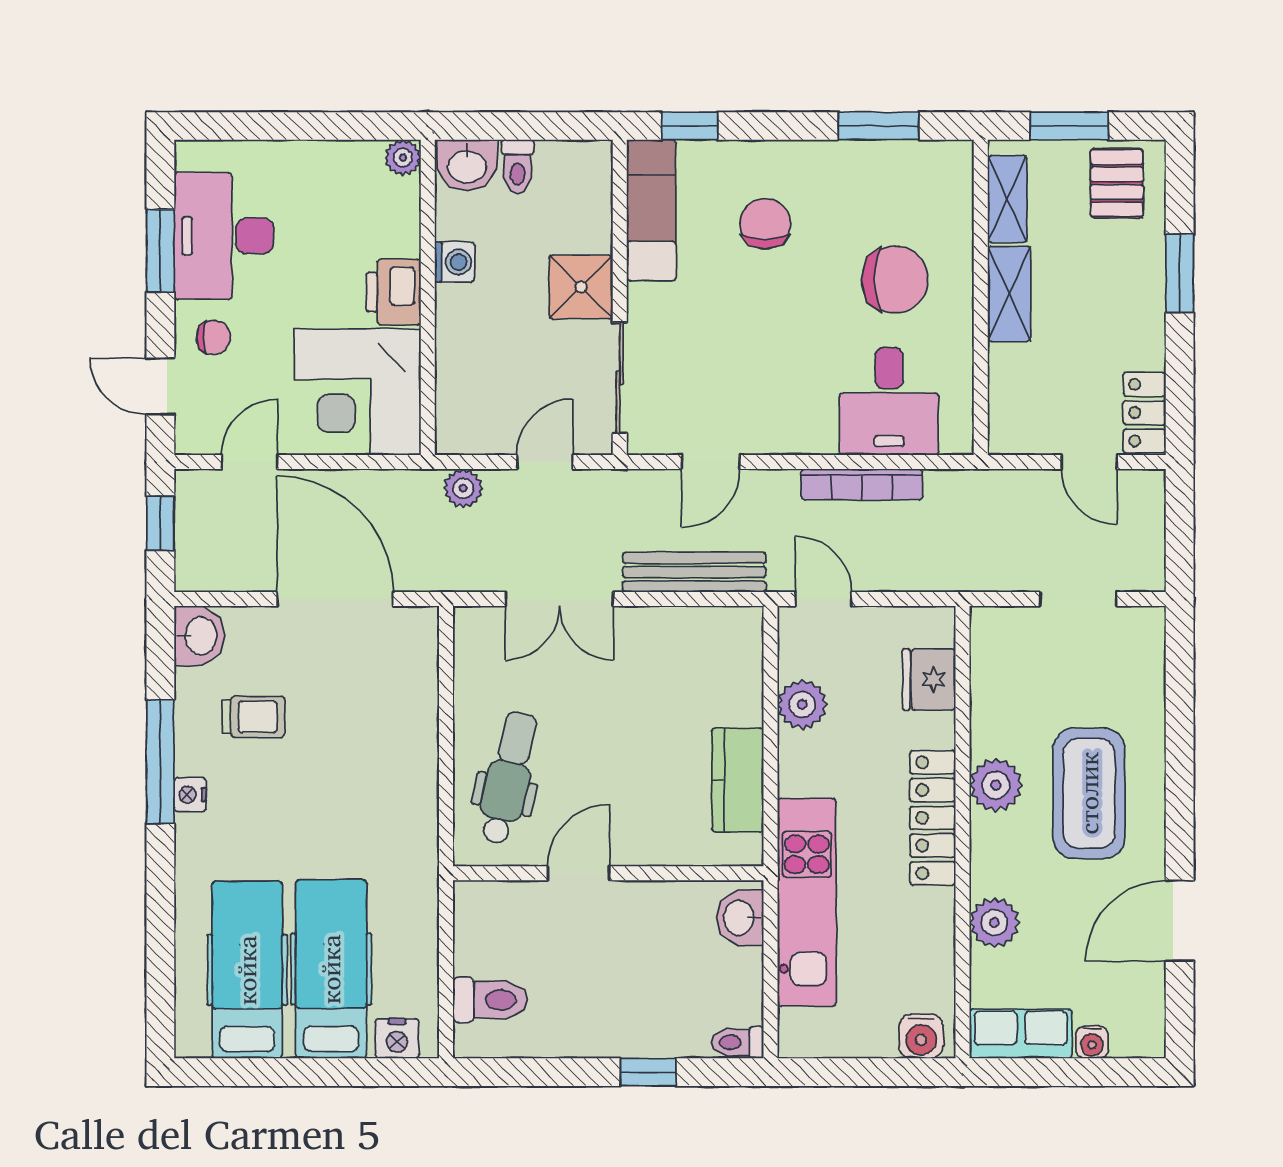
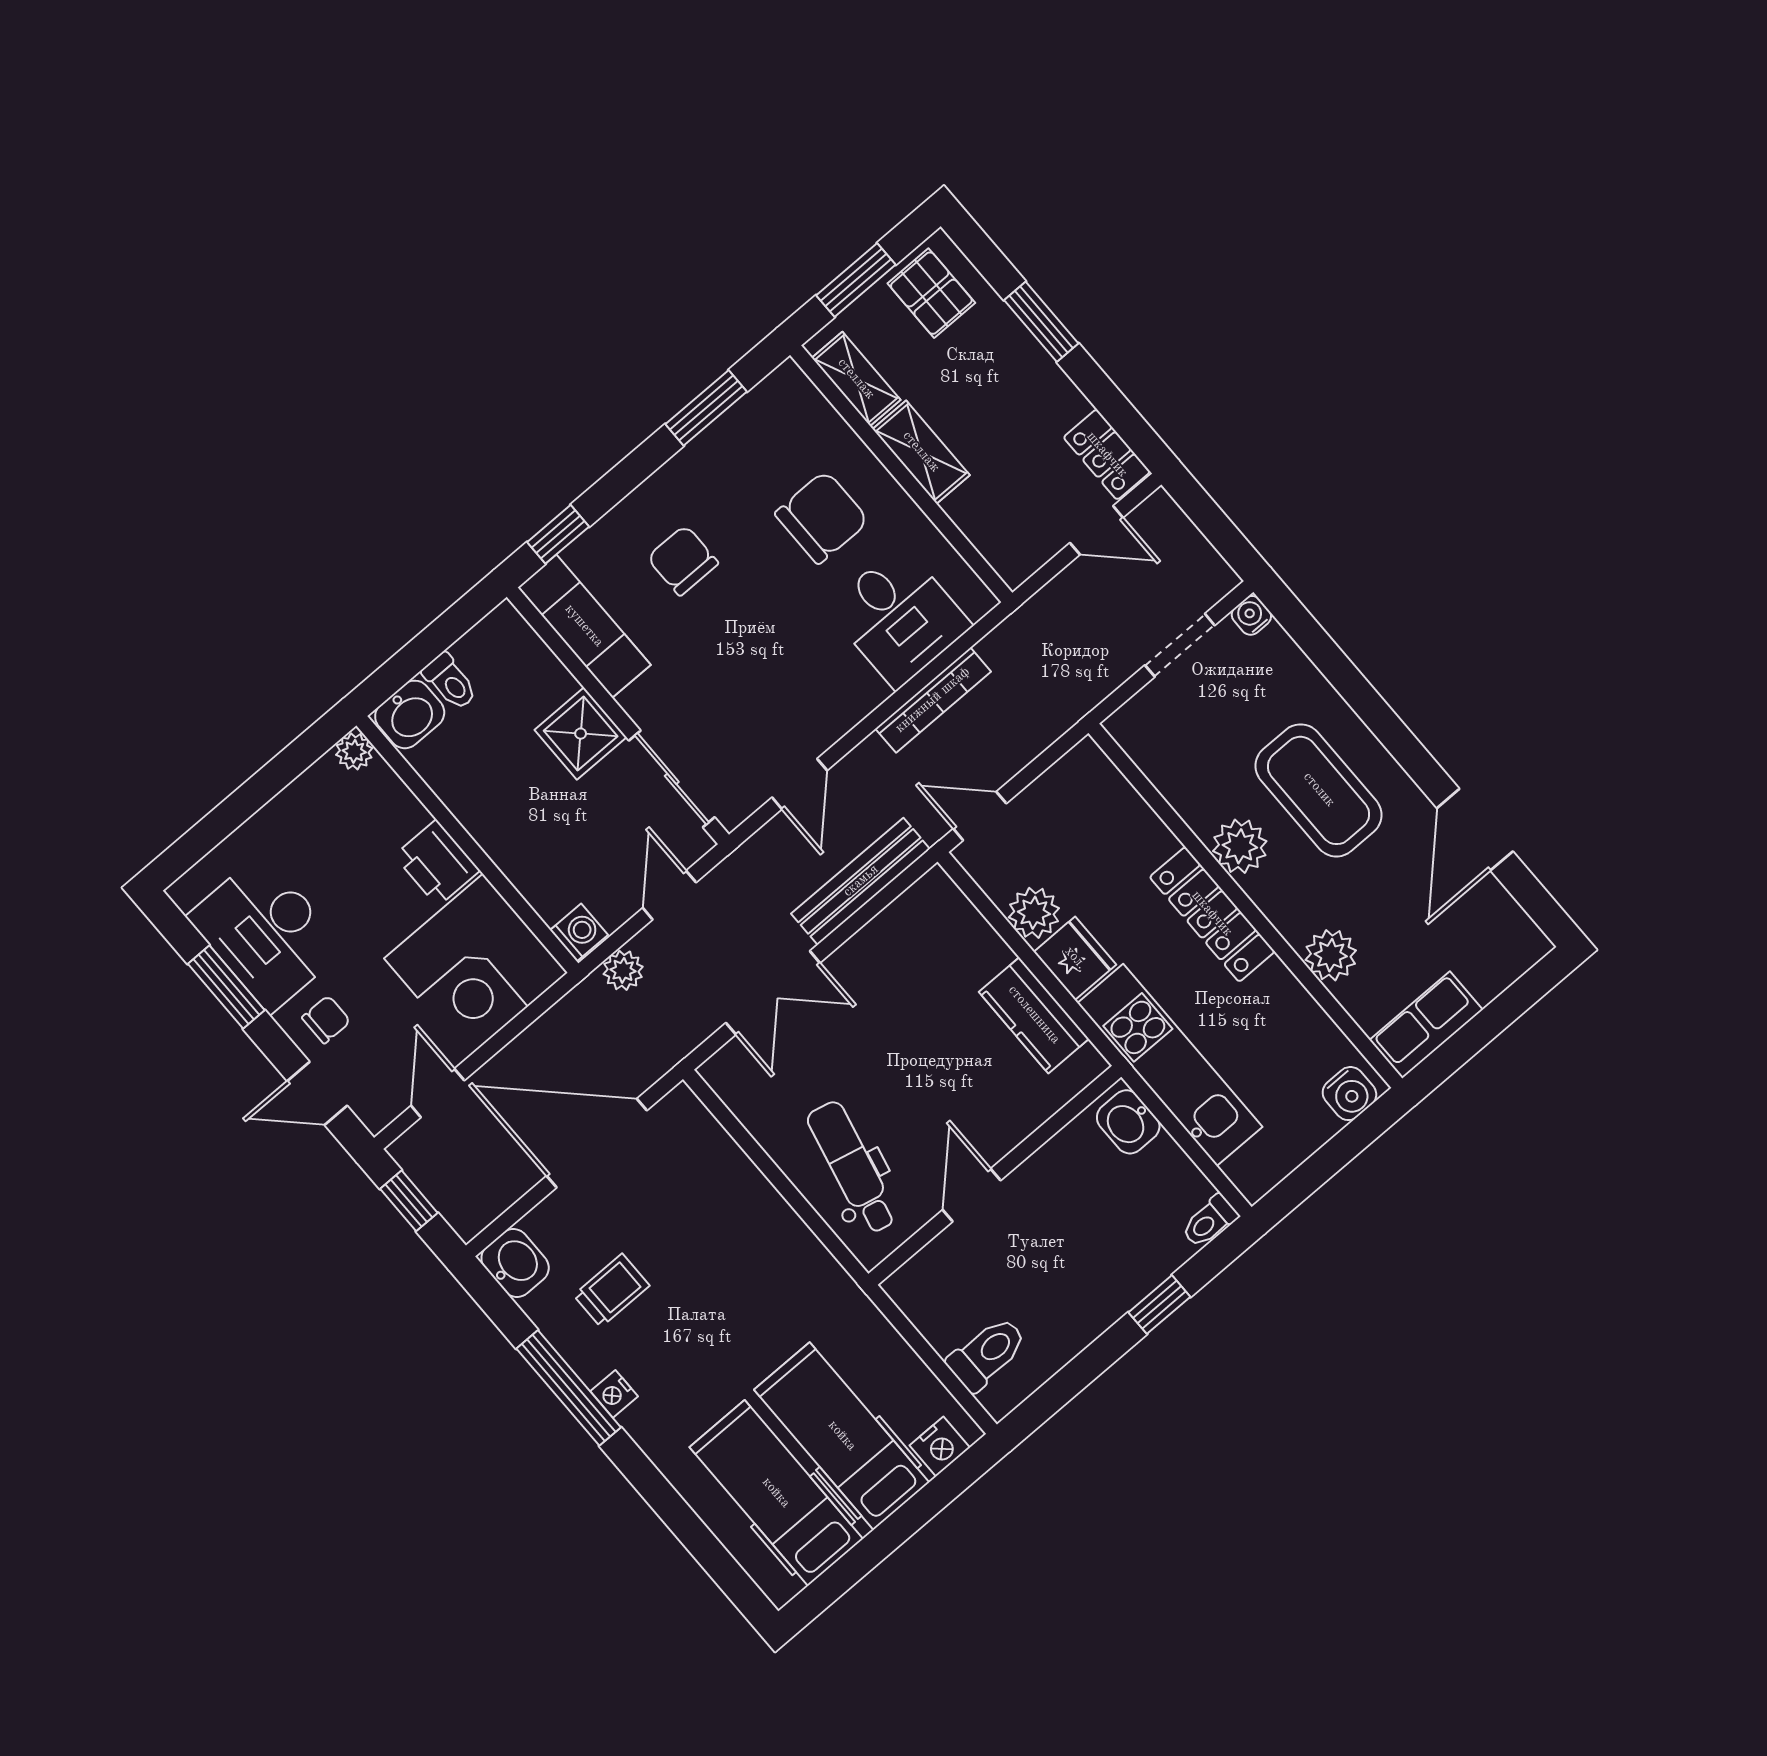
washing machine: (455, 262) -> (579, 932), moved
fridge: (929, 679) -> (1075, 958), moved, turned 180
water cooler: (1092, 1042) -> (1251, 615), moved, turned 180

